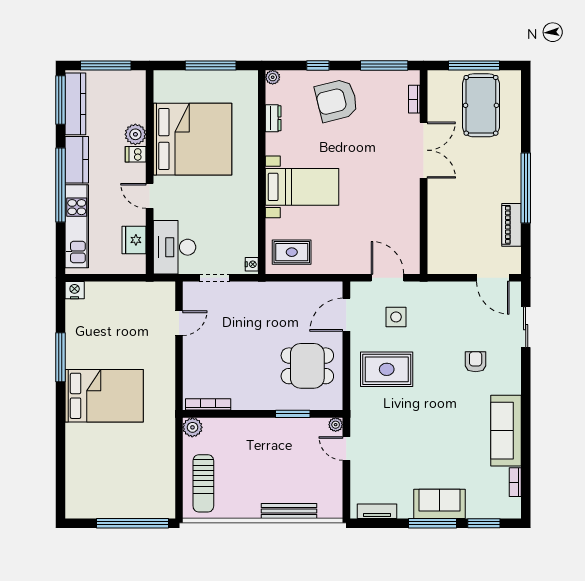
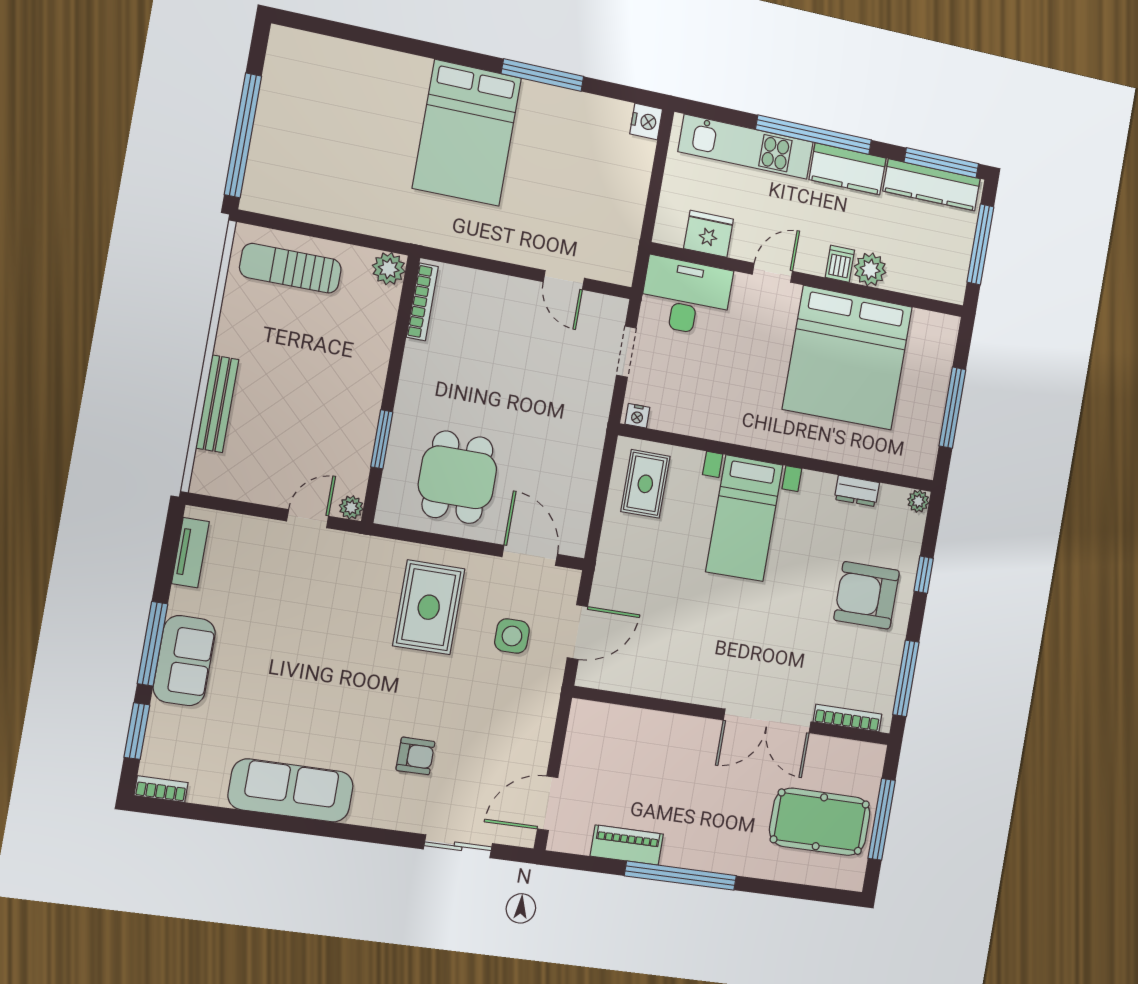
bookcase: (414, 99) -> (847, 718), width x1.56
armchair: (337, 100) -> (867, 595), turned -76
bookcase: (515, 482) -> (161, 789), moved

